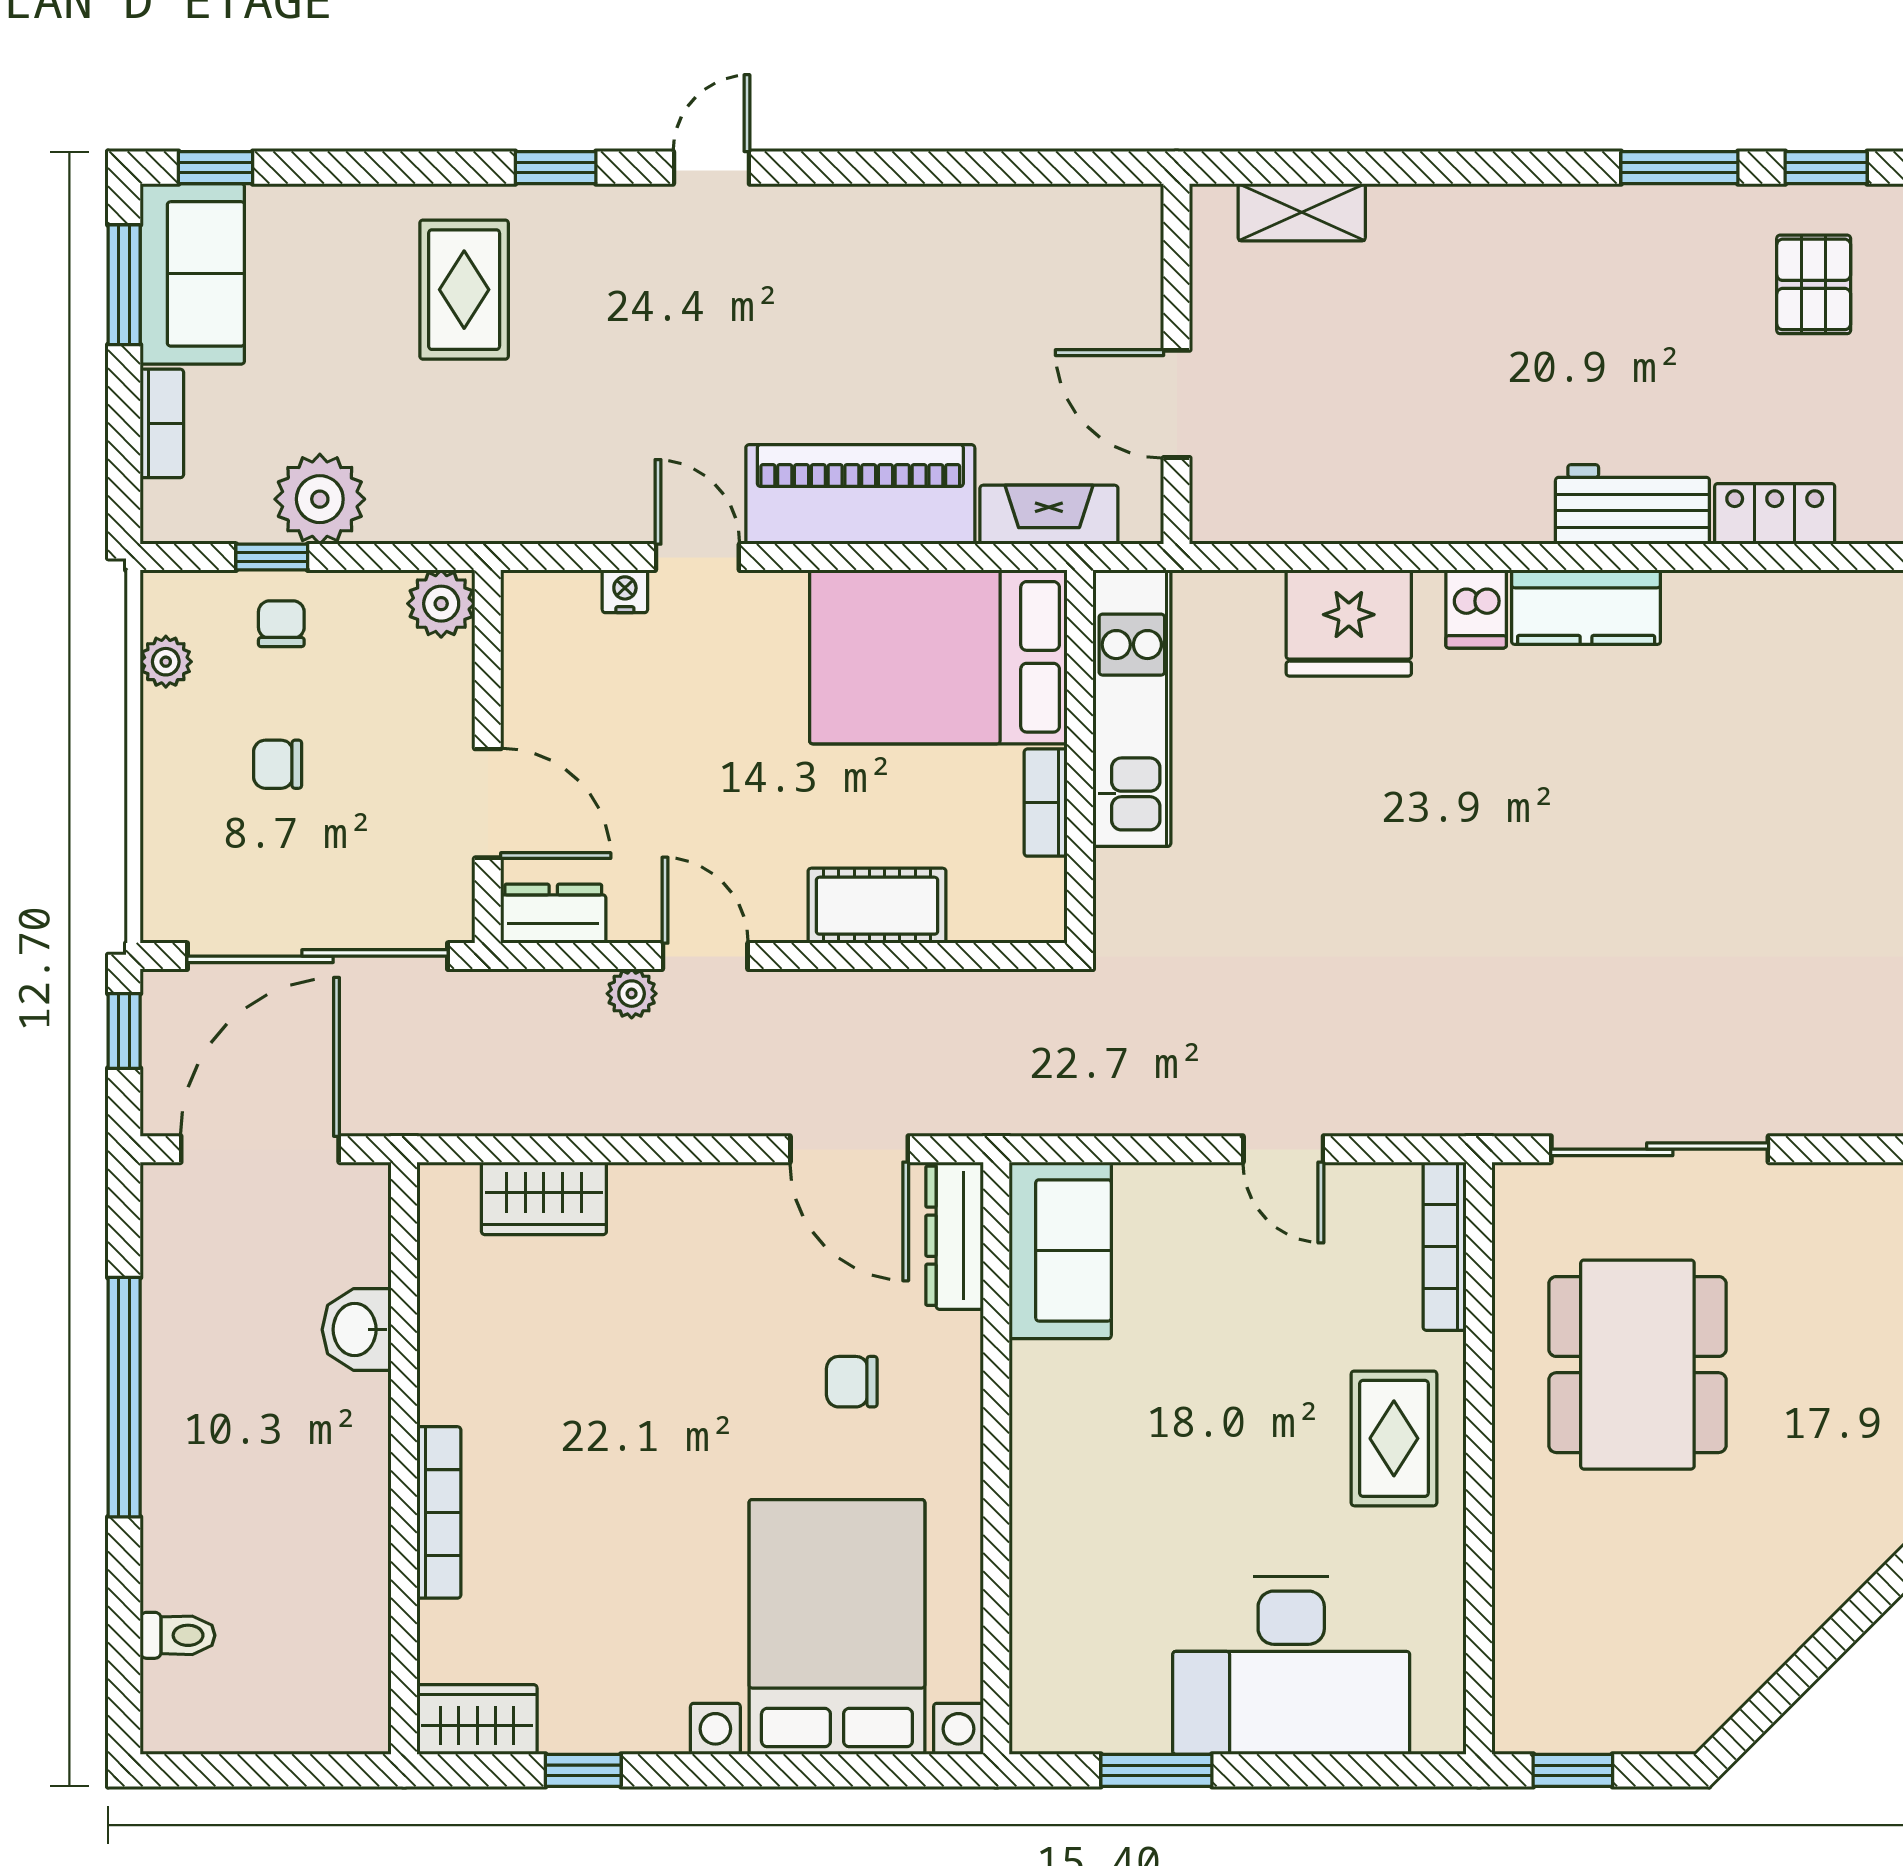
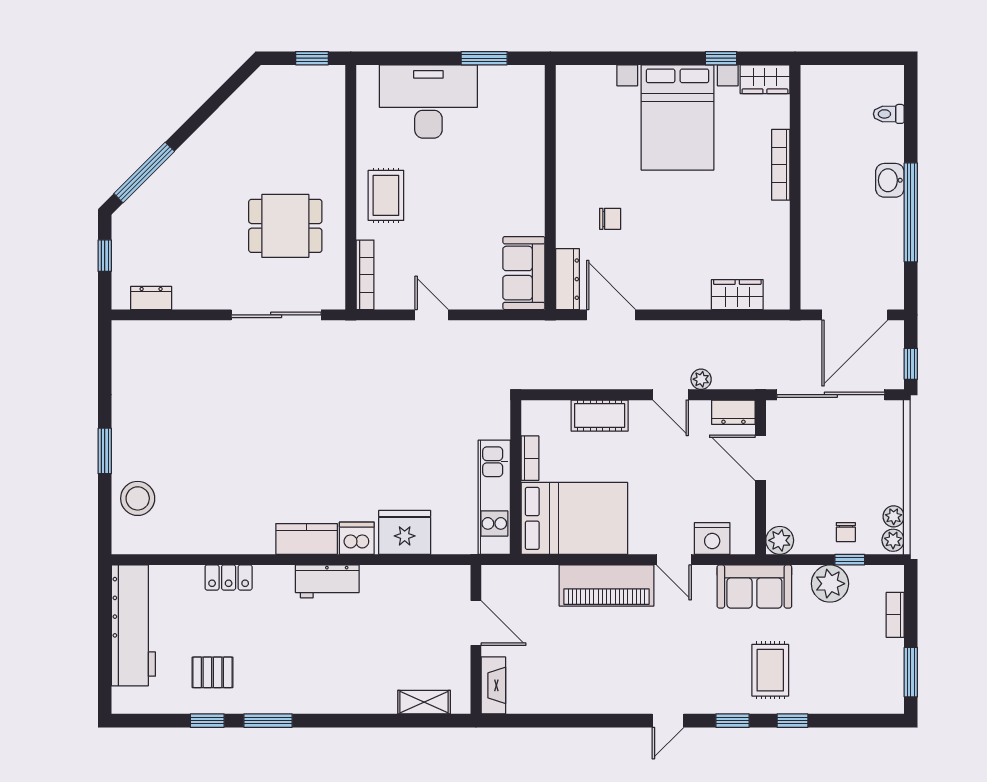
window: (216, 168) -> (792, 721), moved
sofa: (192, 274) -> (754, 587), moved, turned -90
pallet: (1814, 284) -> (212, 672), turned 90
workbench: (1632, 504) -> (327, 581), moved
fireplace: (1049, 515) -> (493, 685), moved, turned -90
nightstand: (625, 591) -> (712, 538), width x1.89, depth x1.79
plant: (167, 604) -> (893, 540), added
dishwasher: (1476, 609) -> (357, 538), width x1.38
chair: (278, 764) -> (847, 474), removed
washbasin: (357, 1330) -> (890, 180), moved, turned 180
dining table: (1637, 1365) -> (285, 226), width x0.73
bed with nightstands: (837, 1627) -> (677, 117), moved

